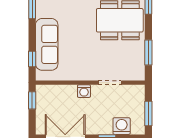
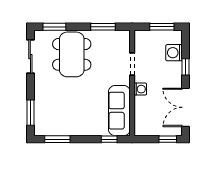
sofa: (47, 44) -> (119, 111), moved, turned -90
window: (32, 100) -> (168, 139), moved

